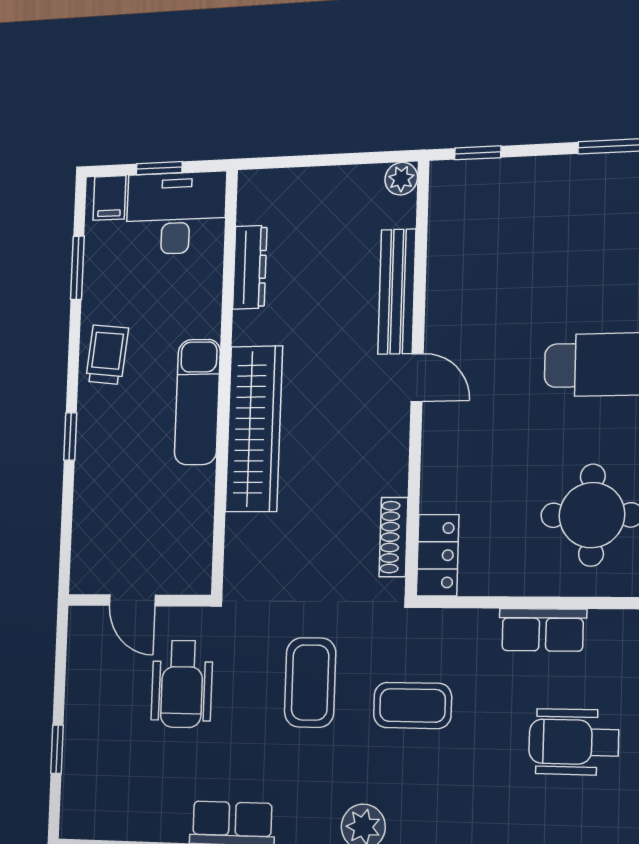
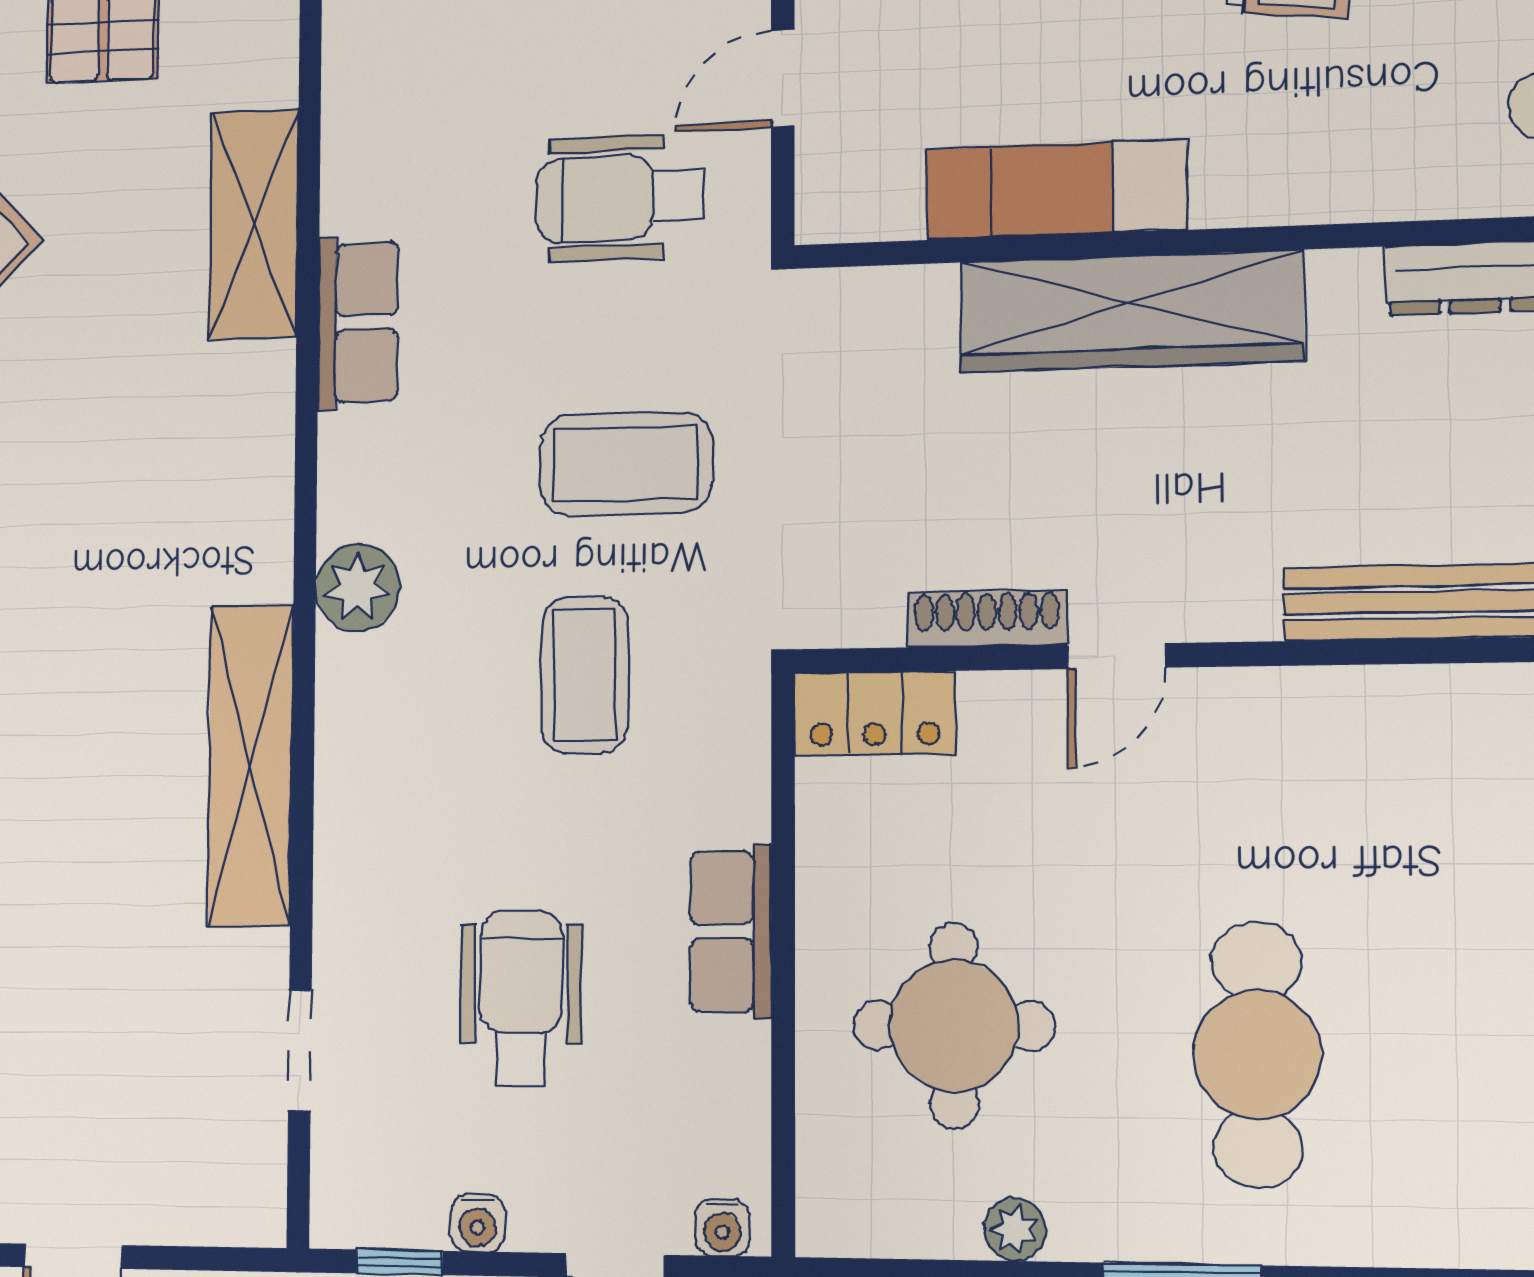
door: (417, 378) -> (1116, 656), moved
exam couch: (197, 402) -> (1056, 190), moved
shoe rack: (393, 537) -> (987, 619), moved

